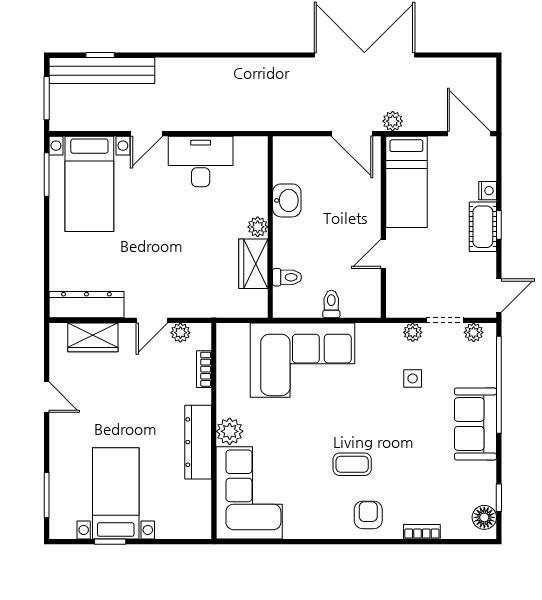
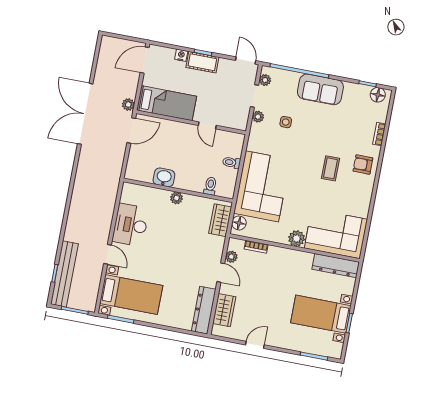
wardrobe: (253, 264) -> (220, 220), moved, turned 90
floor lamp: (237, 334) -> (239, 223), added
dresser: (198, 442) -> (336, 266), moved

